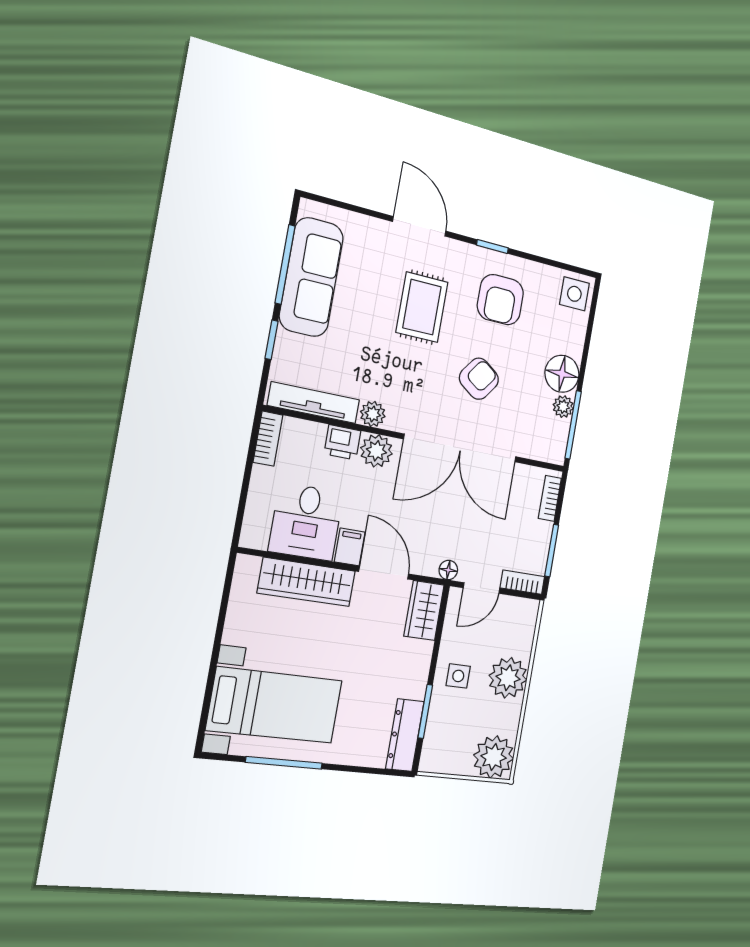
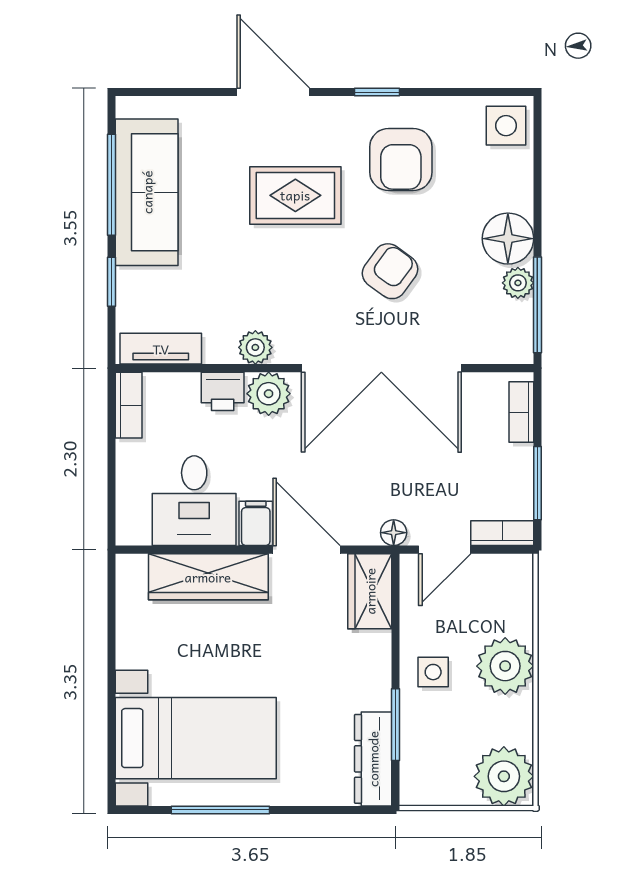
rug: (422, 307) -> (295, 195), turned 90
tv unit: (314, 403) -> (161, 349), width x0.71

